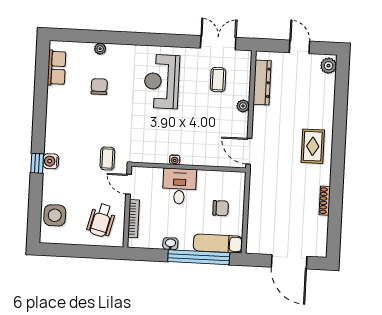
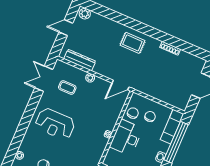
chair: (217, 183) -> (133, 113), added
desk: (179, 186) -> (126, 138), width x1.37

